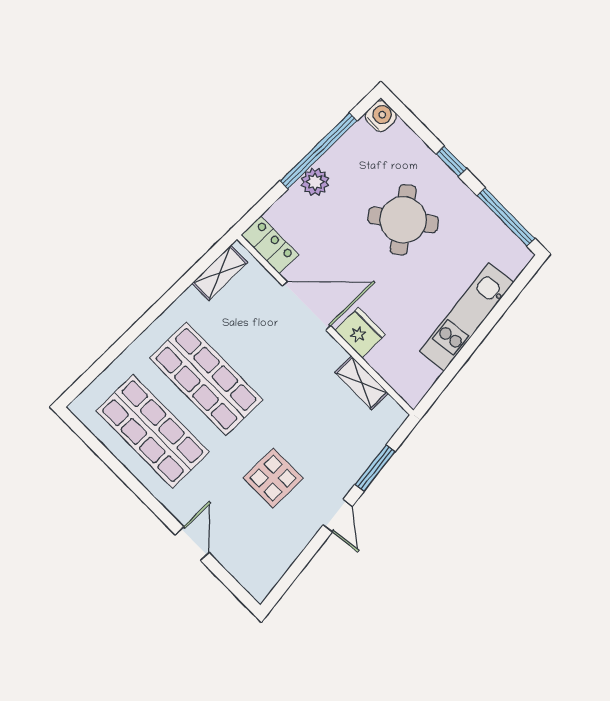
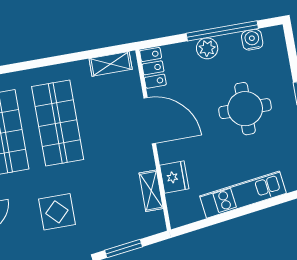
water cooler: (381, 116) -> (252, 40), moved, turned -90
round table: (403, 220) -> (245, 109), turned 37
fridge: (360, 333) -> (174, 177), moved

